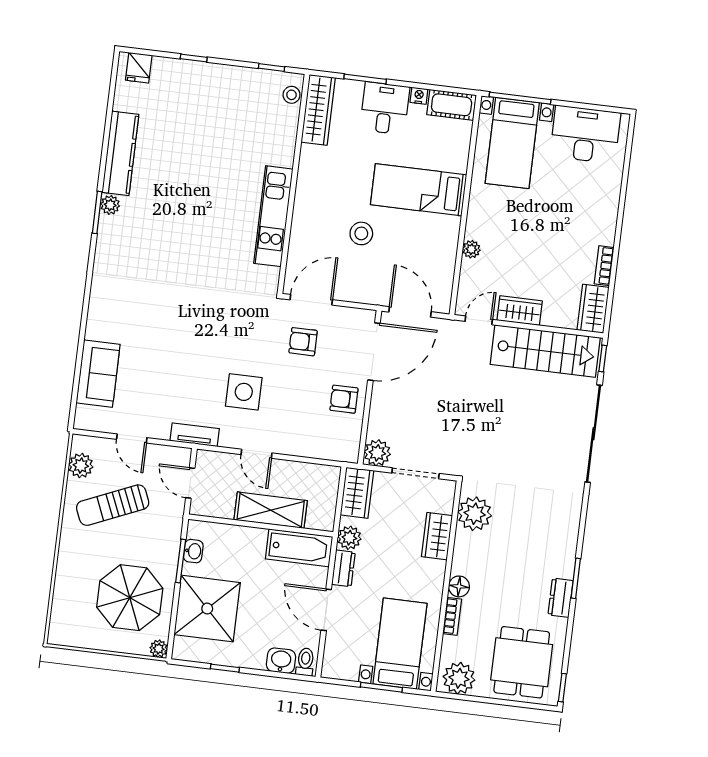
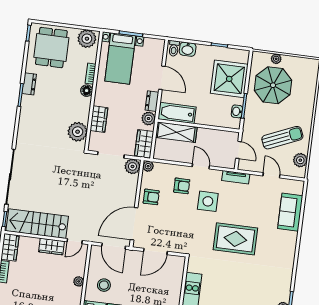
stool: (361, 233) -> (104, 285), moved
door: (311, 300) -> (155, 251), moved
rug: (195, 326) -> (235, 239), added
armchair: (303, 342) -> (182, 186), moved
plant: (350, 453) -> (148, 166), added
shelving: (271, 510) -> (176, 132), moved
plant: (159, 649) -> (276, 59), moved

